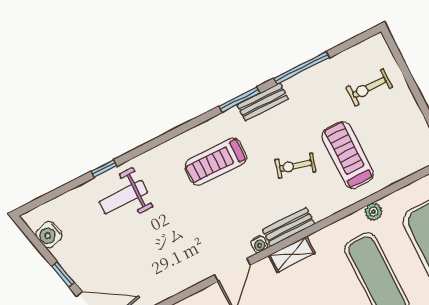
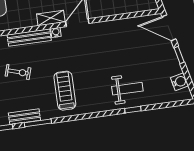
treadmill: (216, 162) -> (65, 91), turned -90
bench: (289, 227) -> (29, 38), width x1.36
shelving: (292, 254) -> (51, 18), moved

